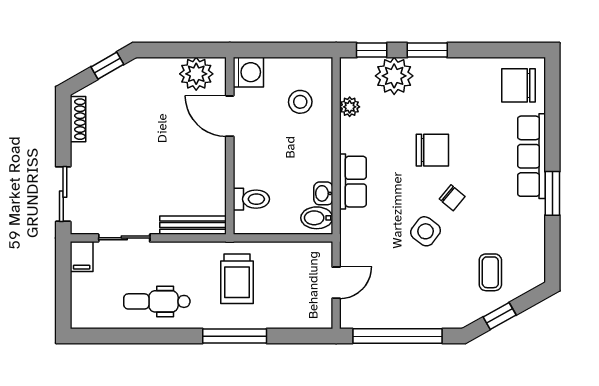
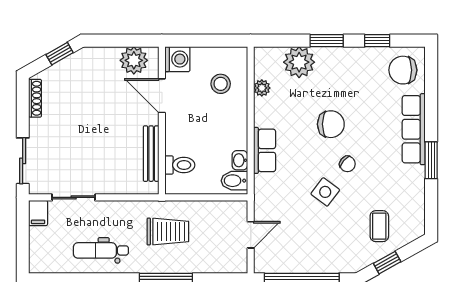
window: (372, 50) -> (377, 41), moved
bench: (193, 225) -> (151, 154), moved, turned 90
trolley: (237, 279) -> (168, 232), turned -90

